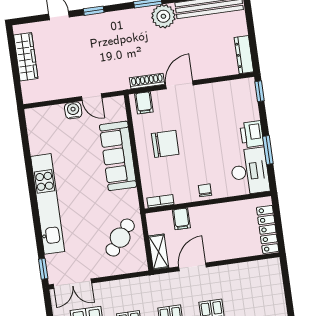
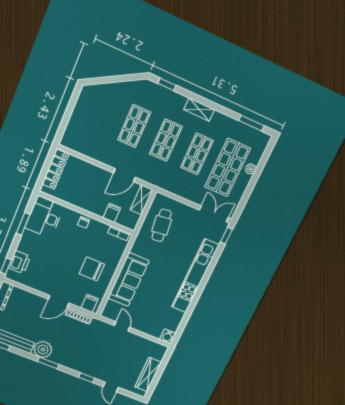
water cooler: (73, 110) -> (168, 336), moved
printer: (252, 134) -> (19, 262), moved
cafe table: (120, 238) -> (162, 225), turned -46

